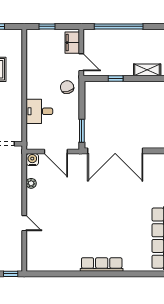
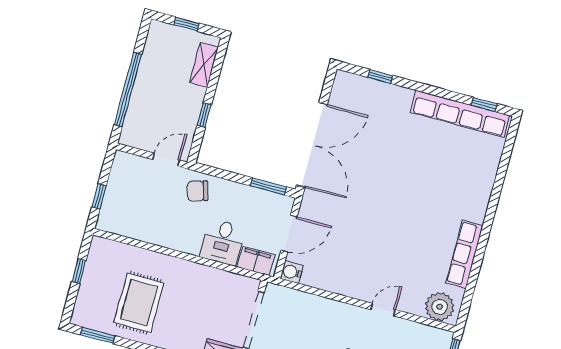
filing cabinet: (72, 43) -> (256, 261), moved, turned 180
plant: (31, 183) -> (440, 307), moved, width x1.87, depth x1.87
row of seats: (102, 264) -> (464, 254), moved

